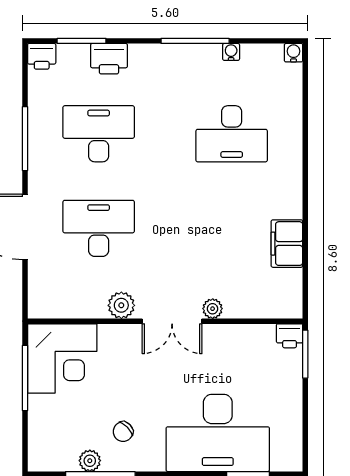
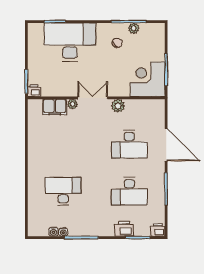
water cooler: (294, 53) -> (53, 232), moved
filing cabinet: (287, 244) -> (55, 107), moved, turned 90

